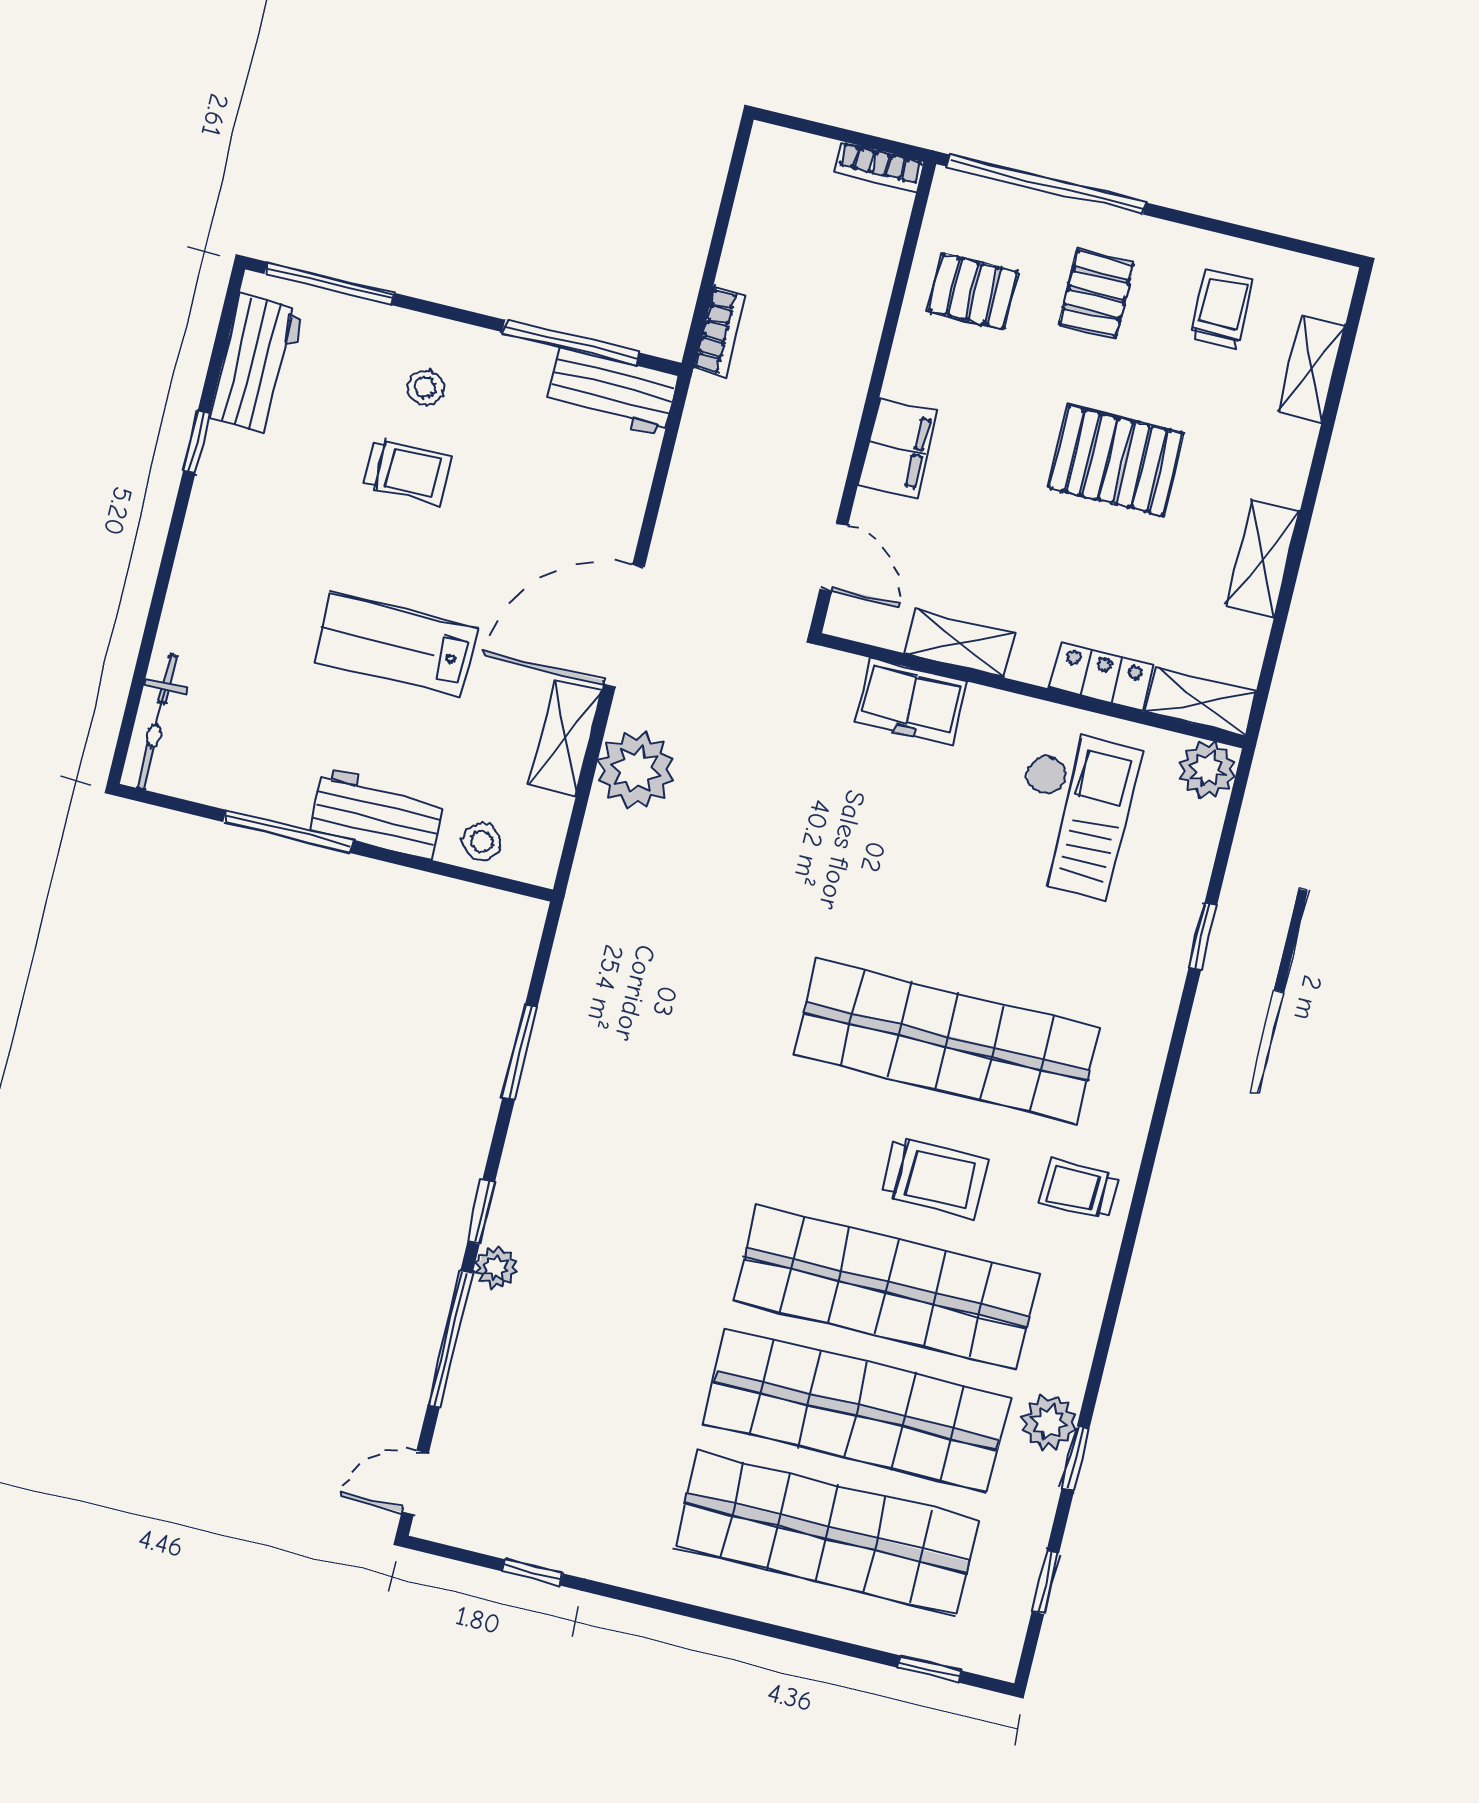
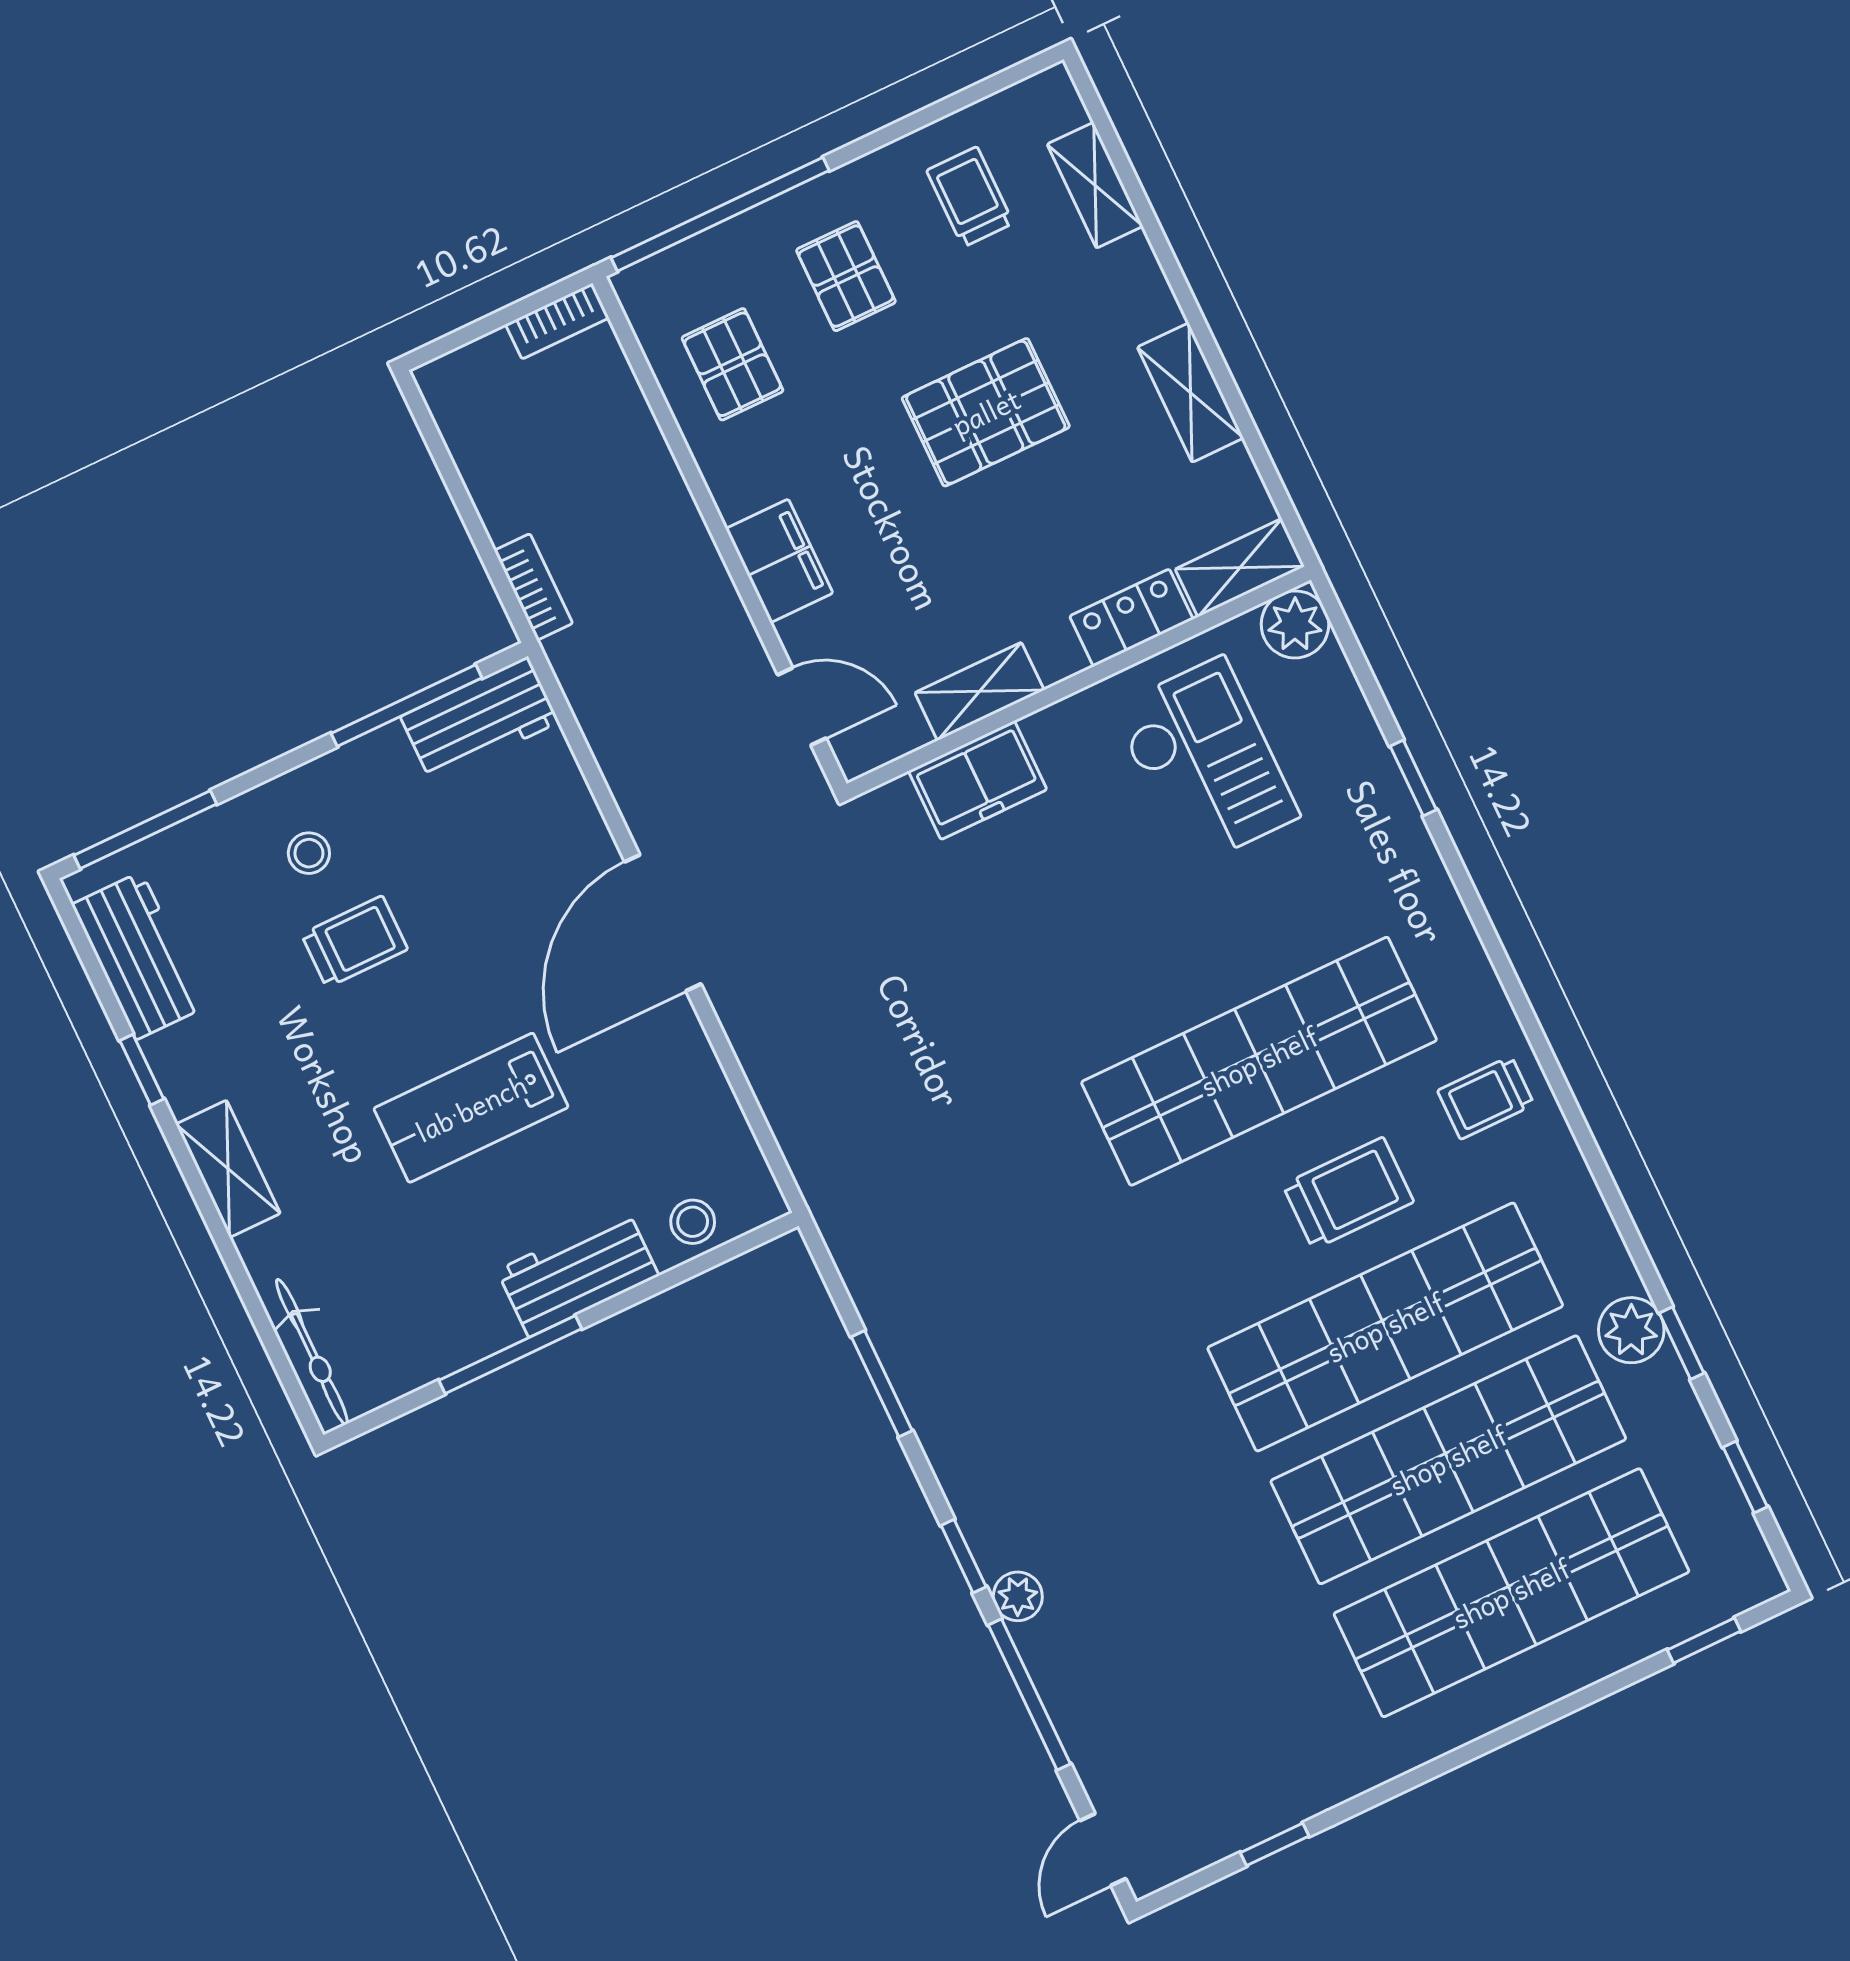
pallet: (973, 291) -> (732, 364), turned 90
shelving: (565, 738) -> (228, 1169), moved
plant: (636, 770) -> (779, 1044), removed

